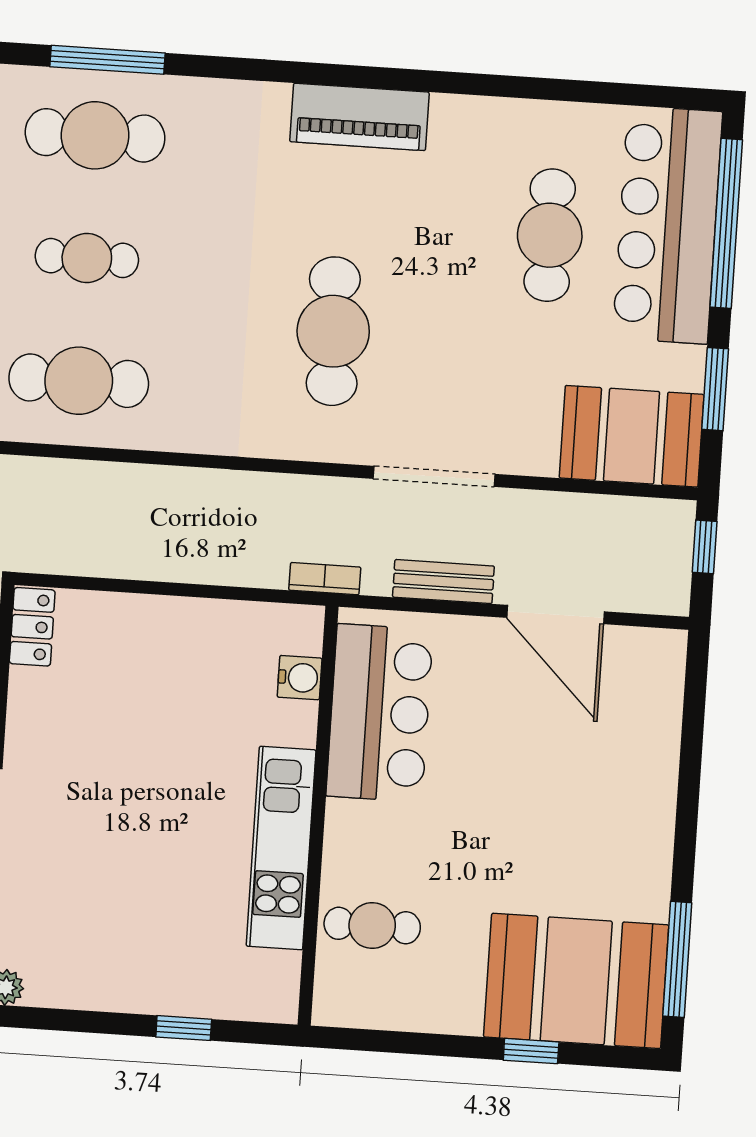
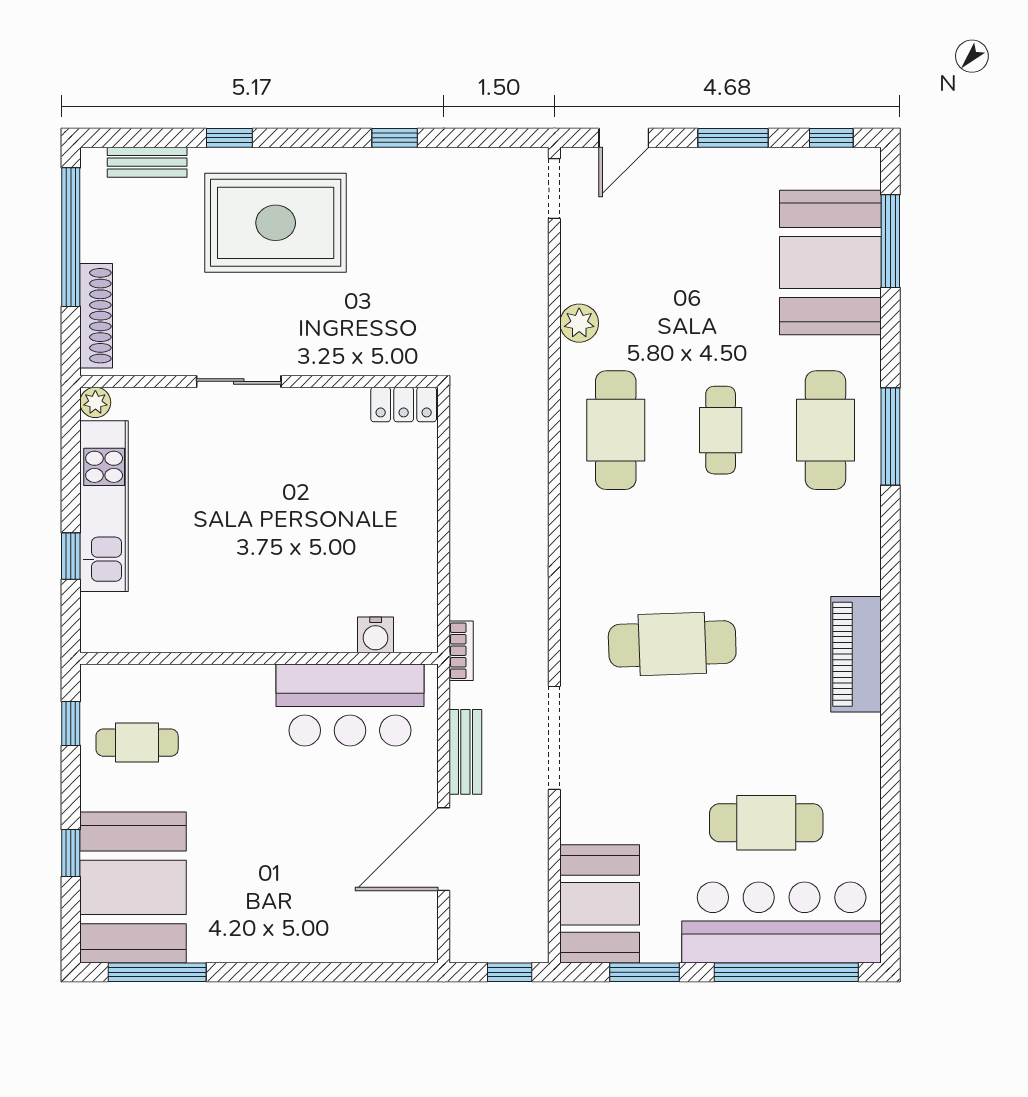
kitchen unit: (281, 848) -> (104, 506), moved, turned 90
cafe table: (372, 926) -> (137, 743), moved, turned 90
window: (380, 1041) -> (71, 723), added

